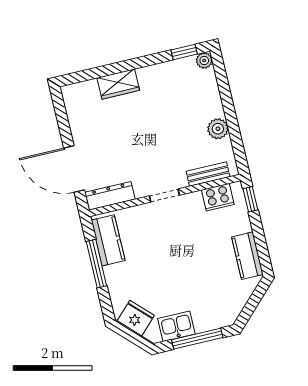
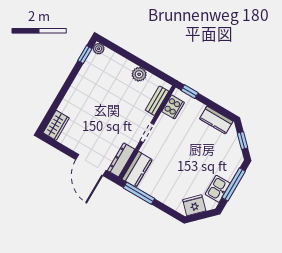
wardrobe: (118, 84) -> (56, 125), moved
door: (74, 169) -> (91, 165), hinge flipped
kitchen counter: (108, 240) -> (137, 169), moved, turned 90
window: (96, 264) -> (139, 193), moved
window: (252, 304) -> (243, 140), added

